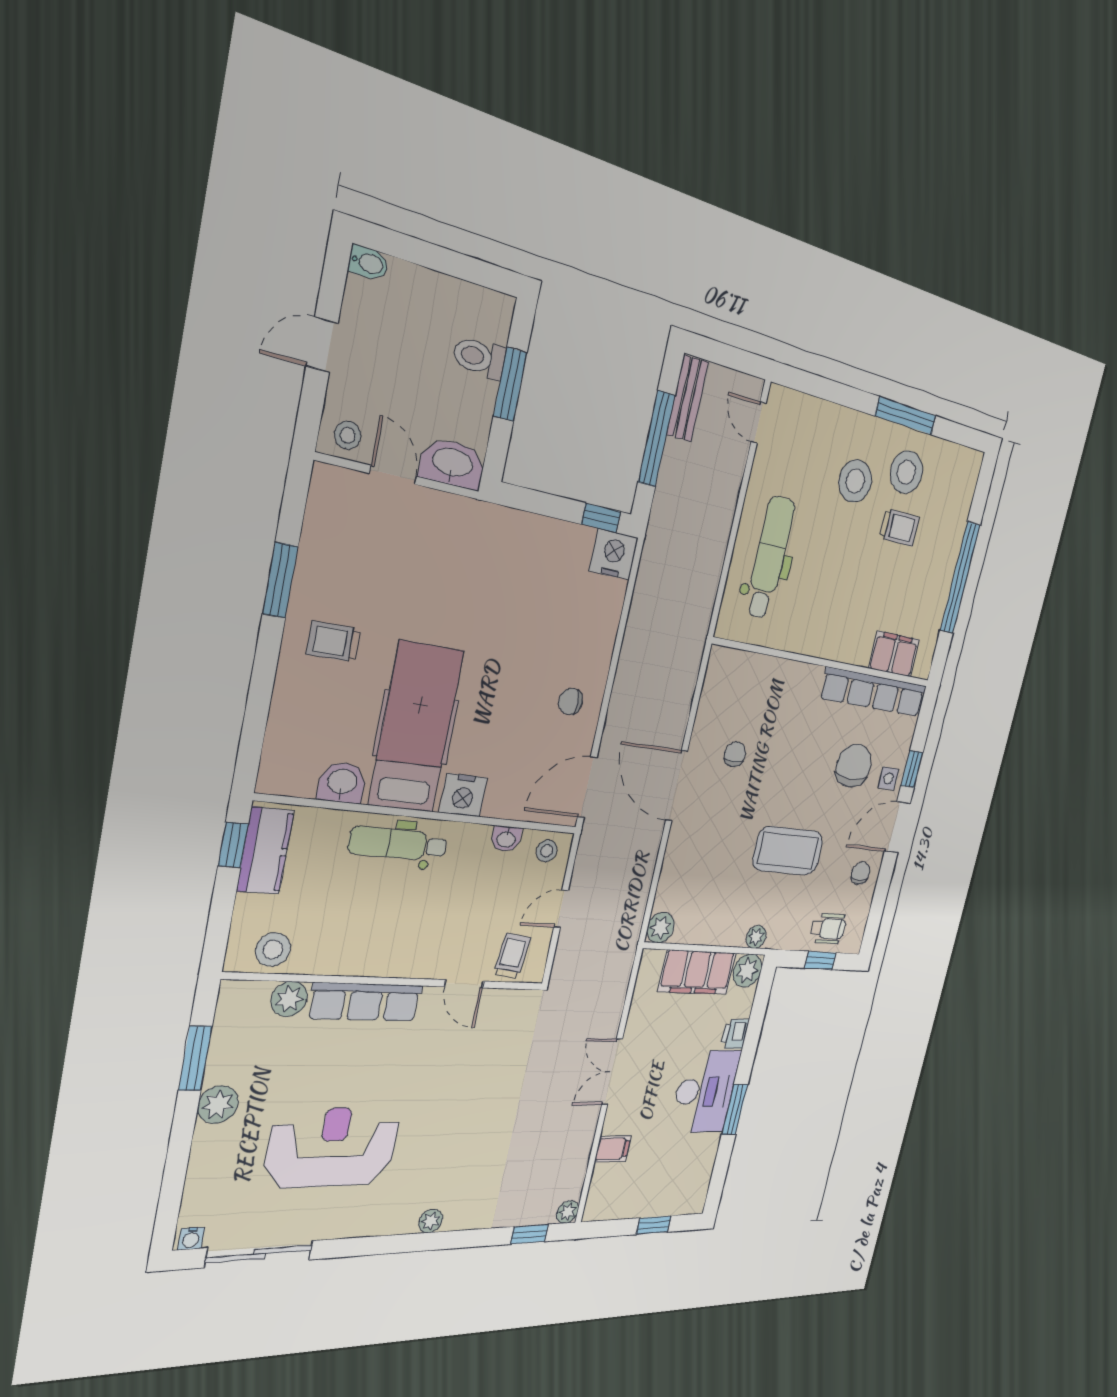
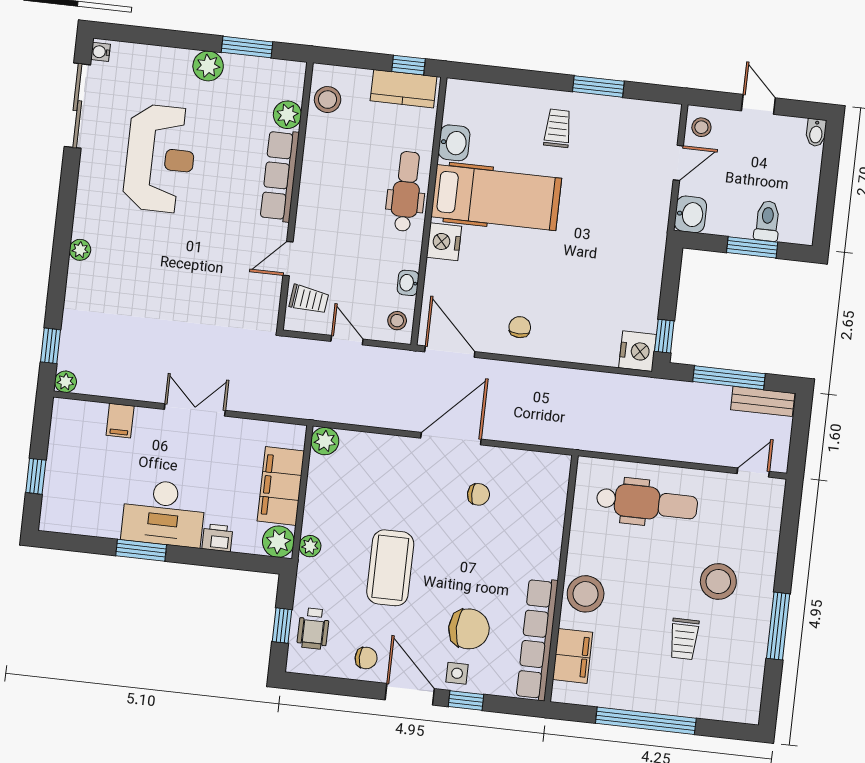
washbasin: (452, 464) -> (690, 214), width x0.72
stool: (906, 472) -> (586, 594), moved

